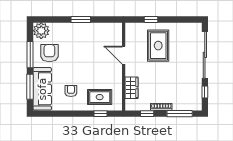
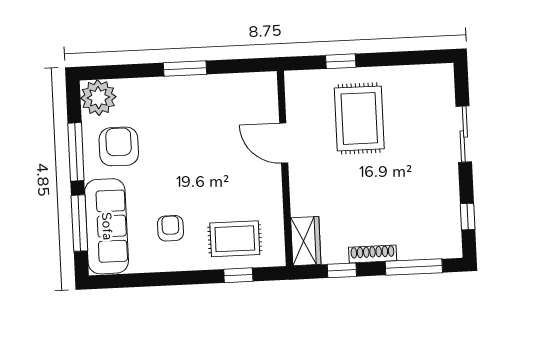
sliding door: (205, 55) -> (464, 134), width x0.54
wardrobe: (132, 88) -> (306, 241), moved

